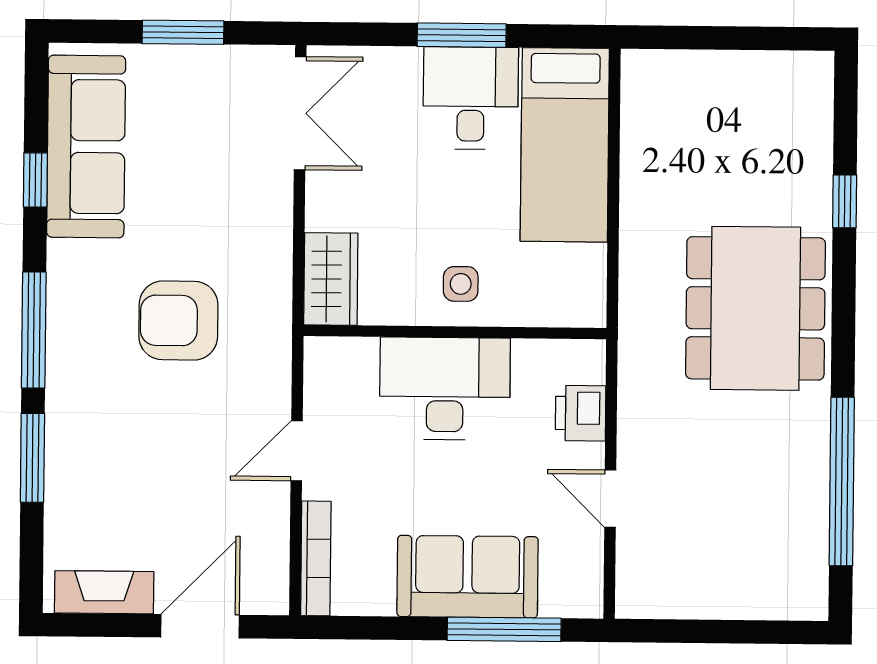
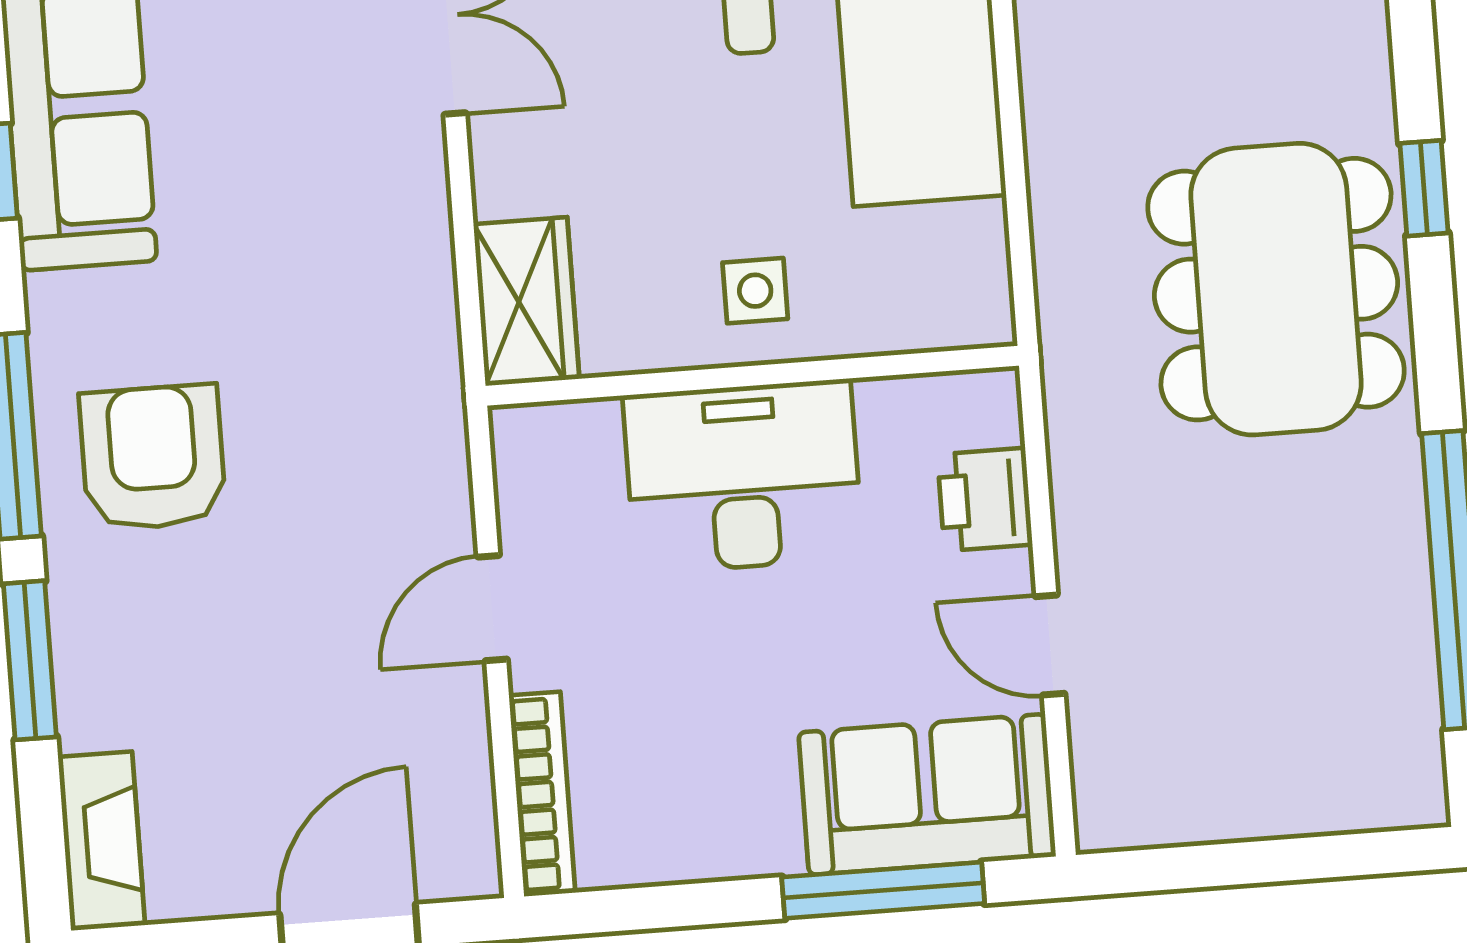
window: (845, 201) -> (1424, 188), moved
armchair: (178, 321) -> (153, 457), moved, turned 90
sofa: (468, 577) -> (927, 794), moved
fireplace: (104, 592) -> (102, 841), moved, turned 90

